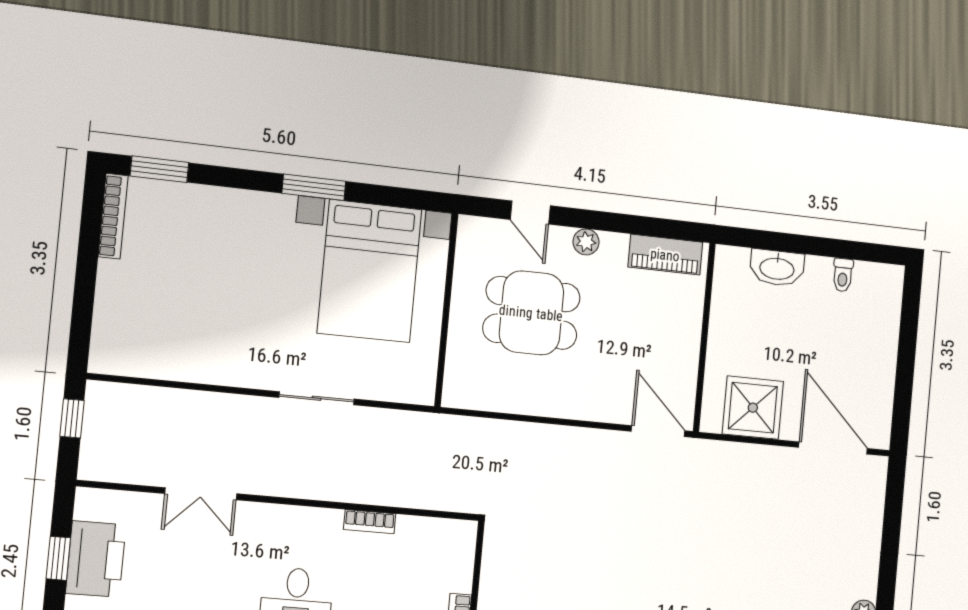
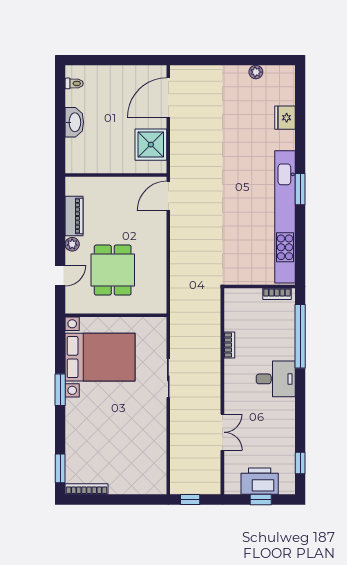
piano: (665, 255) -> (74, 216), moved
washbasin: (777, 268) -> (74, 122), moved
toilet: (843, 275) -> (74, 83), moved

